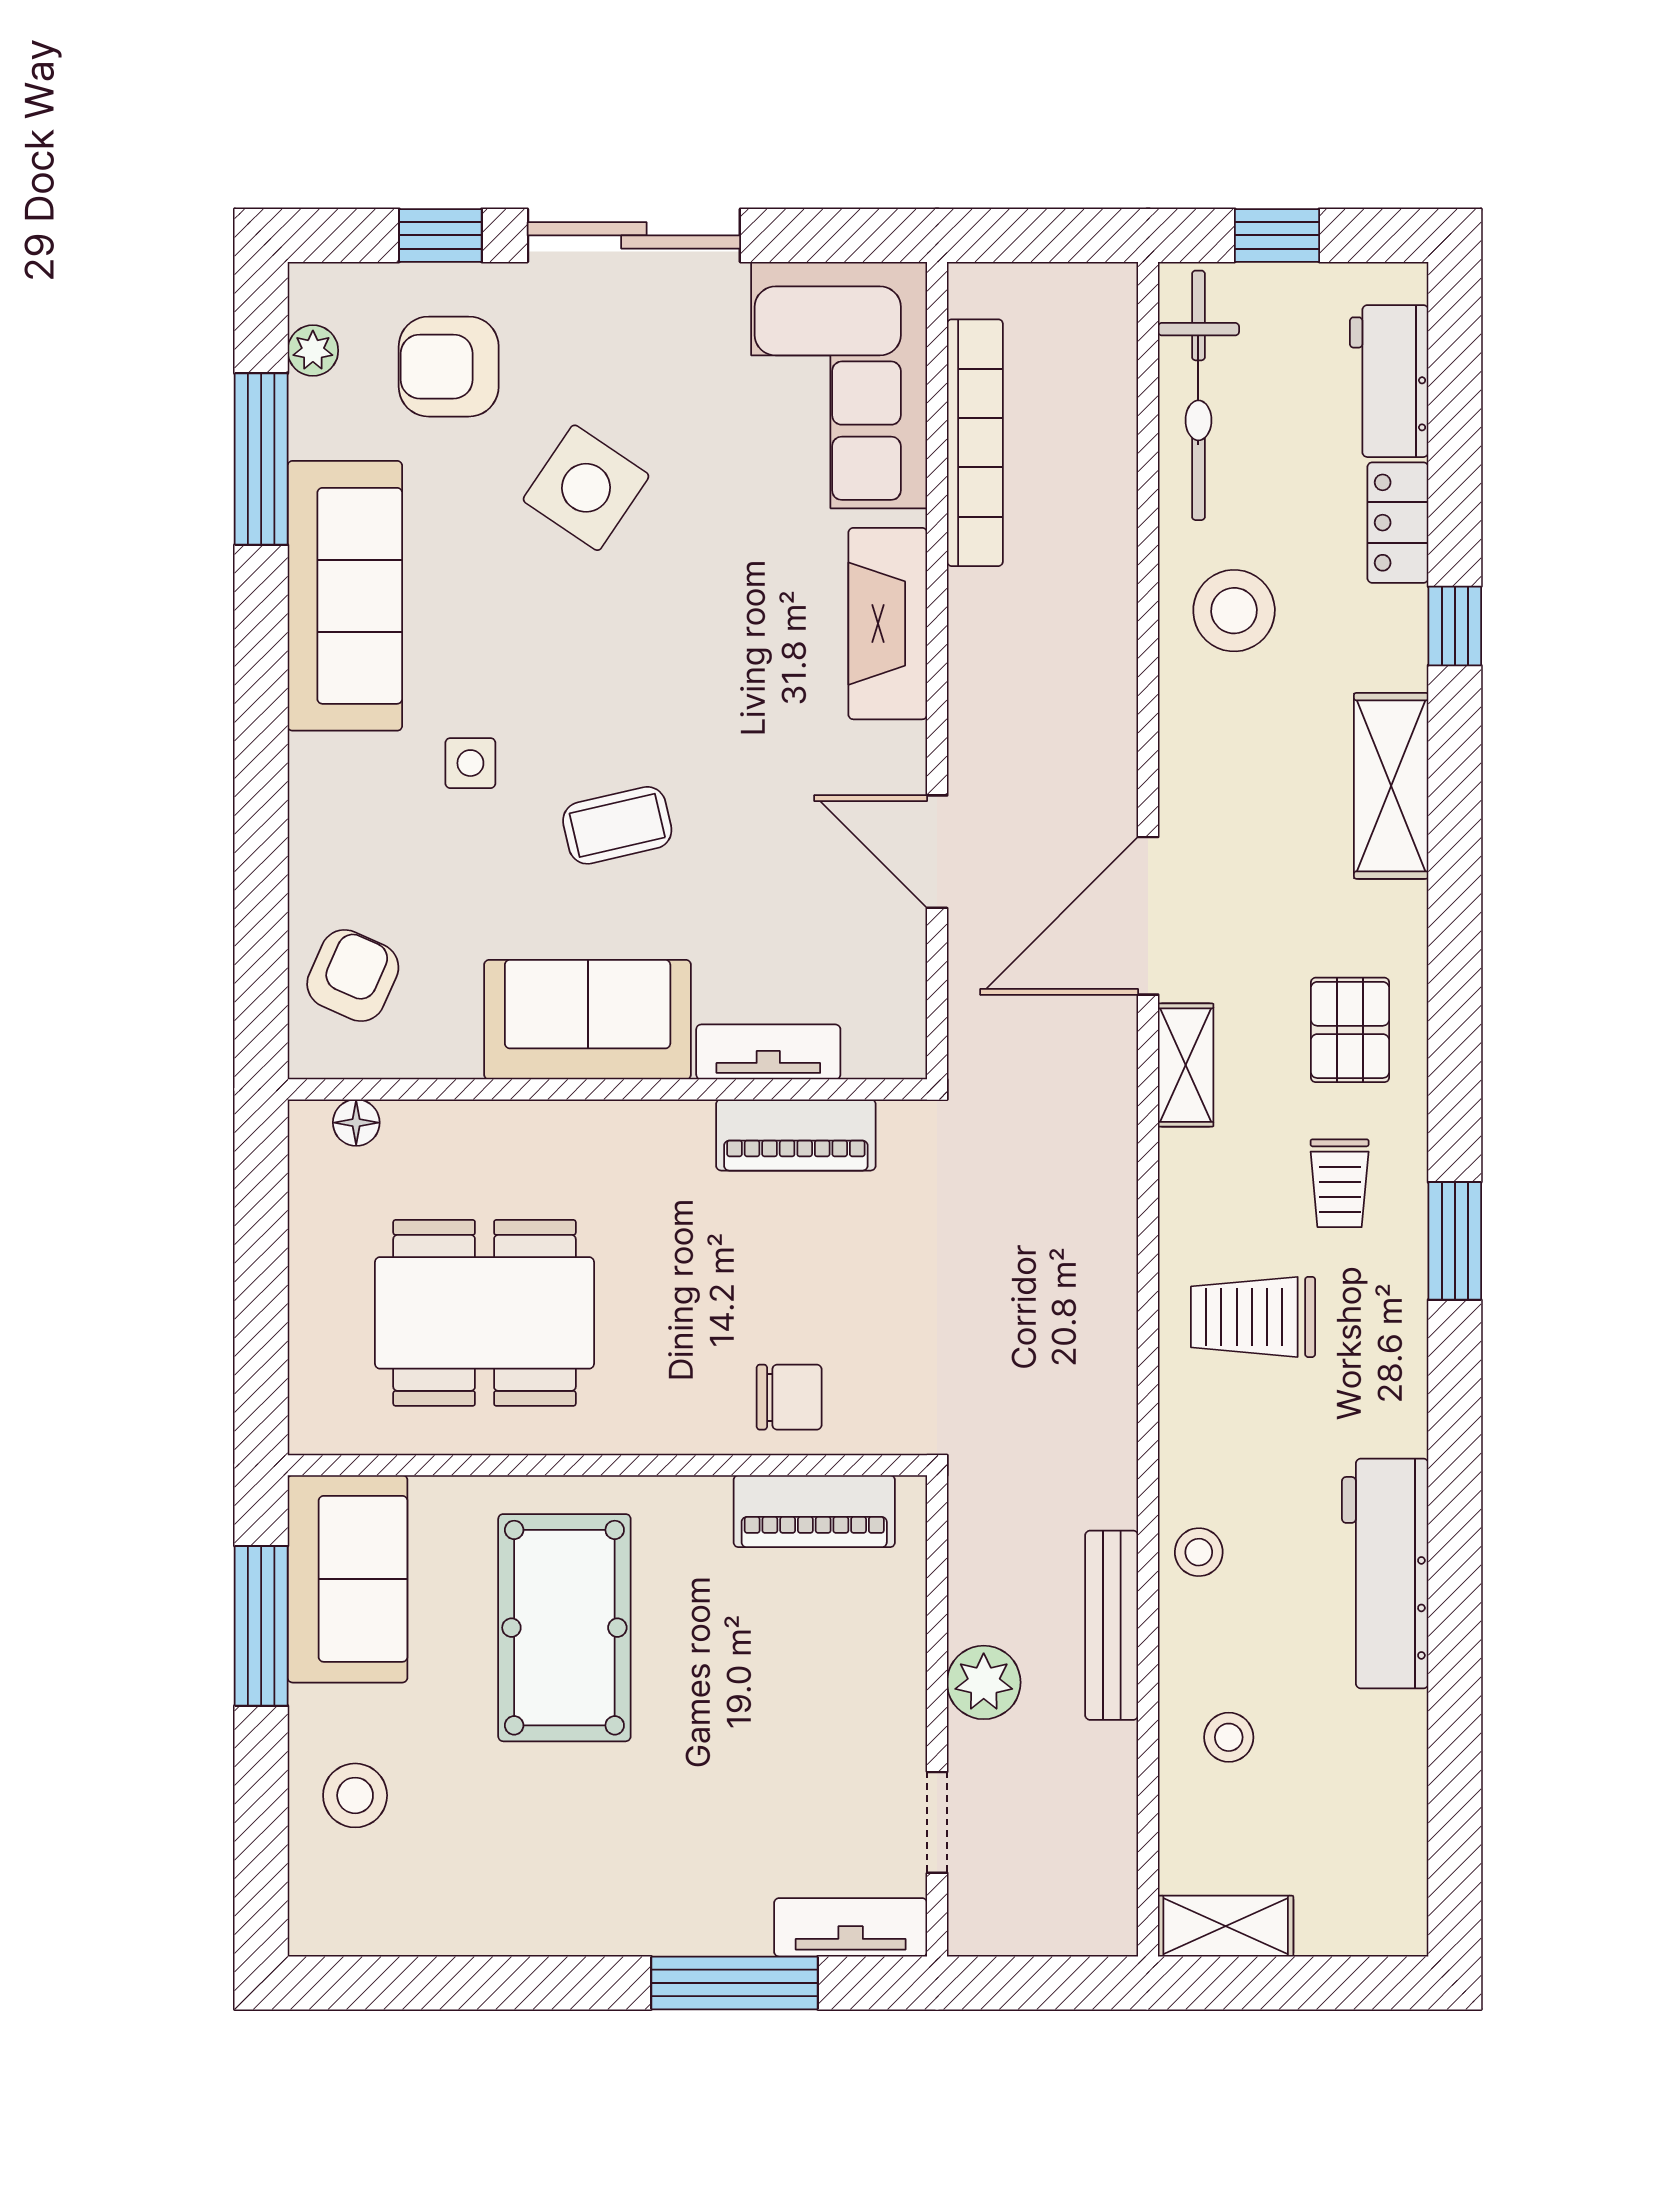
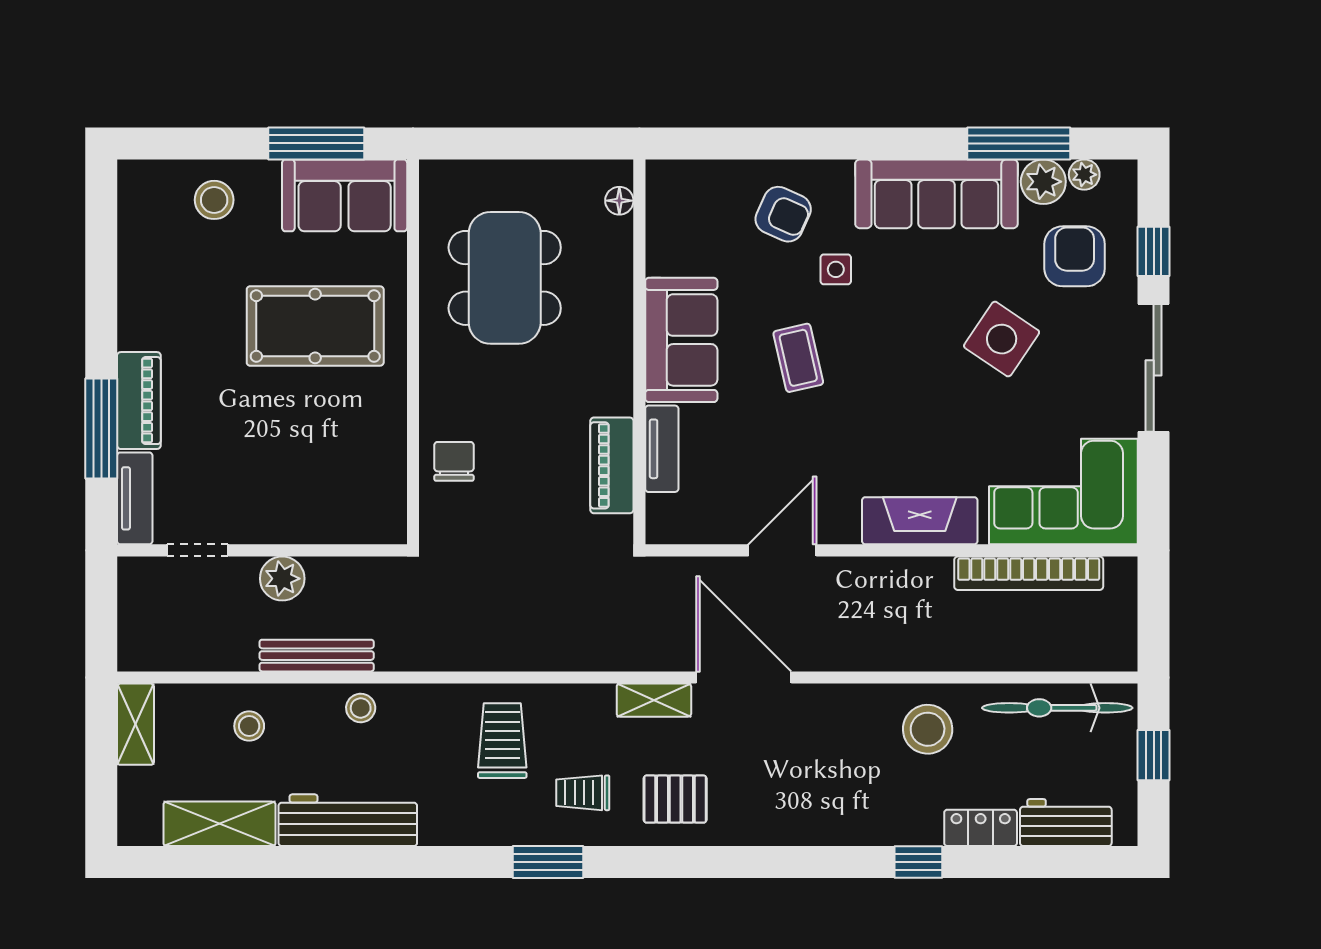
plant: (325, 418) -> (1043, 182), added
shelving: (1391, 786) -> (219, 824), moved
armchair: (353, 975) -> (783, 214), moved
chair: (789, 1397) -> (454, 461), turned 180
piano: (814, 1511) -> (139, 401), moved, turned 180

